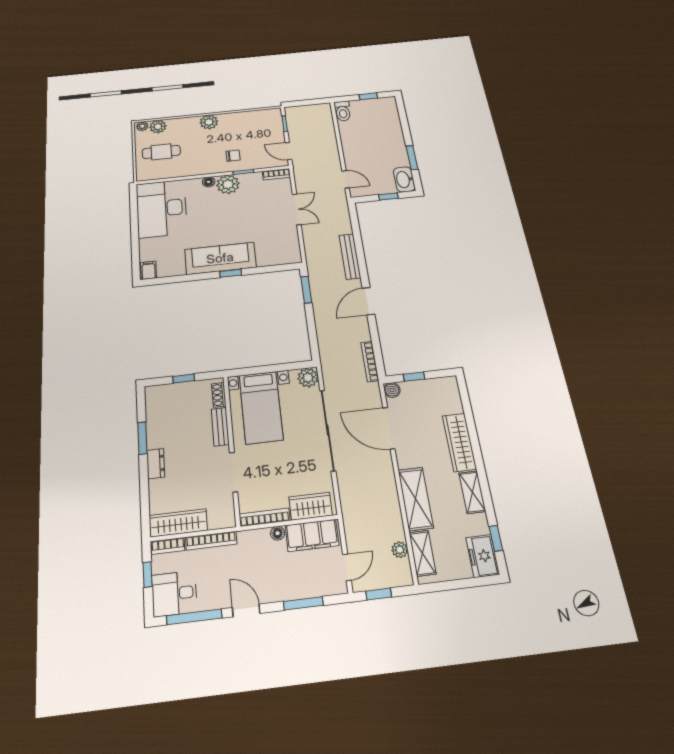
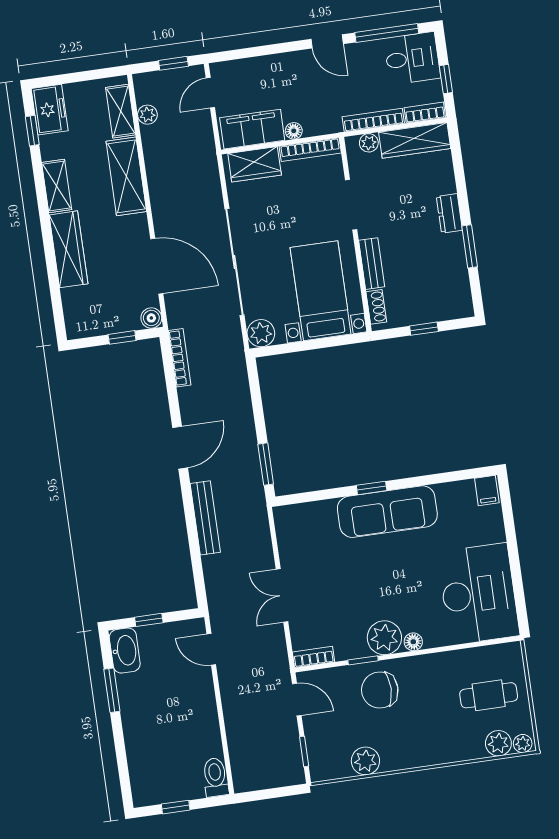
plant: (209, 122) -> (365, 761), moved
chair: (233, 156) -> (380, 690), width x1.87, depth x1.87
plant: (216, 522) -> (369, 143), added
window: (303, 603) -> (261, 51), removed

